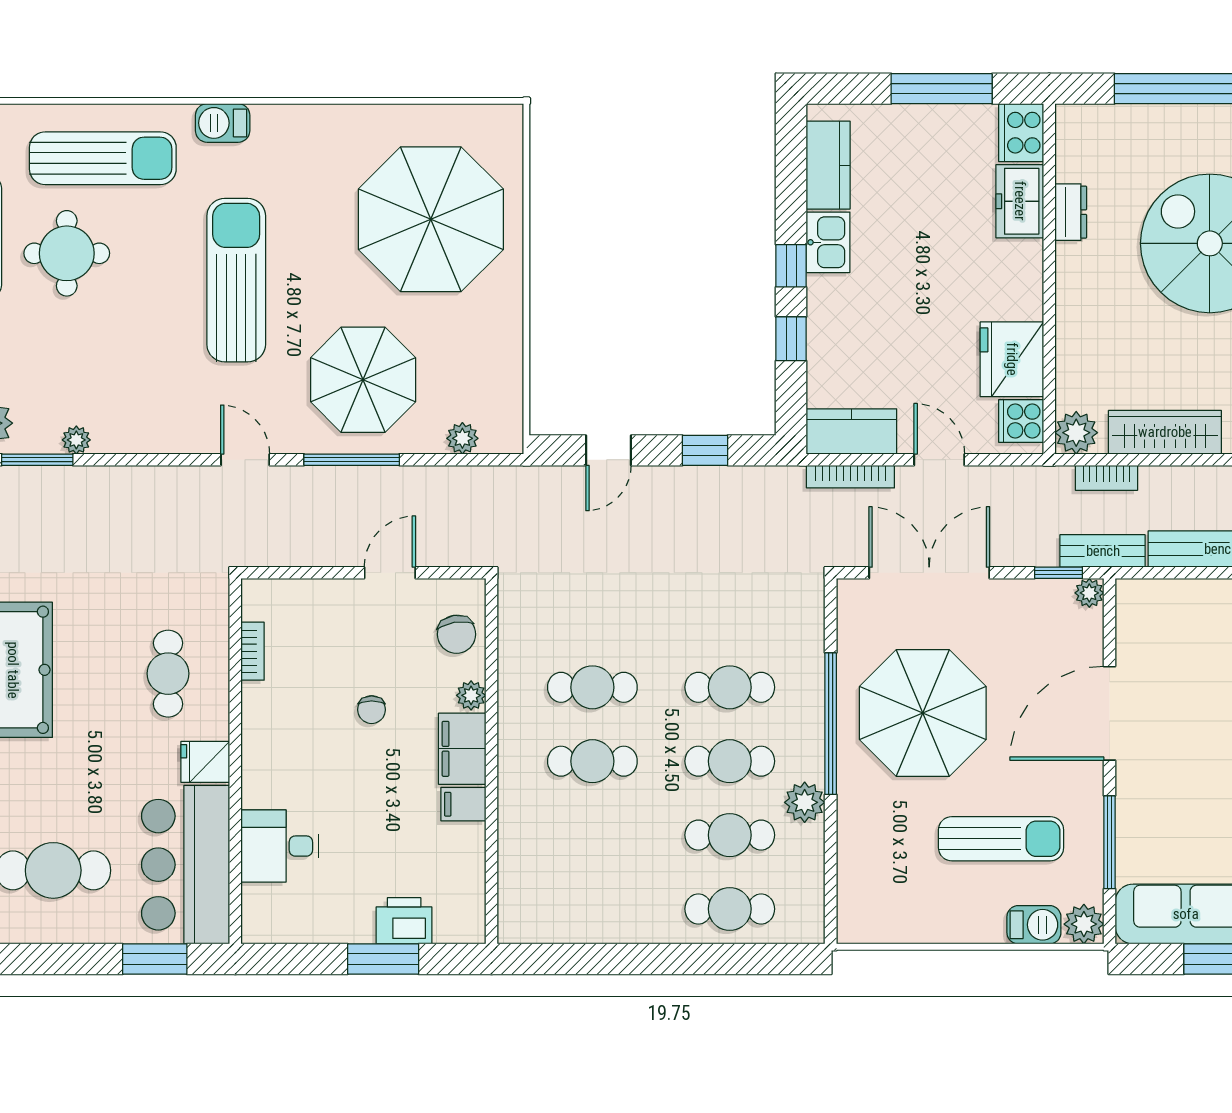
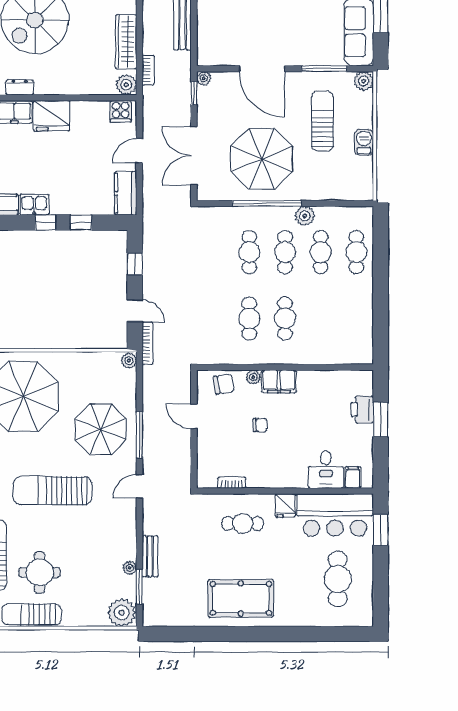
fridge: (1012, 359) -> (52, 116), moved
plant: (462, 438) -> (129, 361), moved
bookcase: (850, 477) -> (148, 343), moved
bench: (1103, 551) -> (150, 556), moved
filing cabinet: (463, 804) -> (353, 477), moved, turned 180
barbecue: (1034, 925) -> (364, 142), moved

